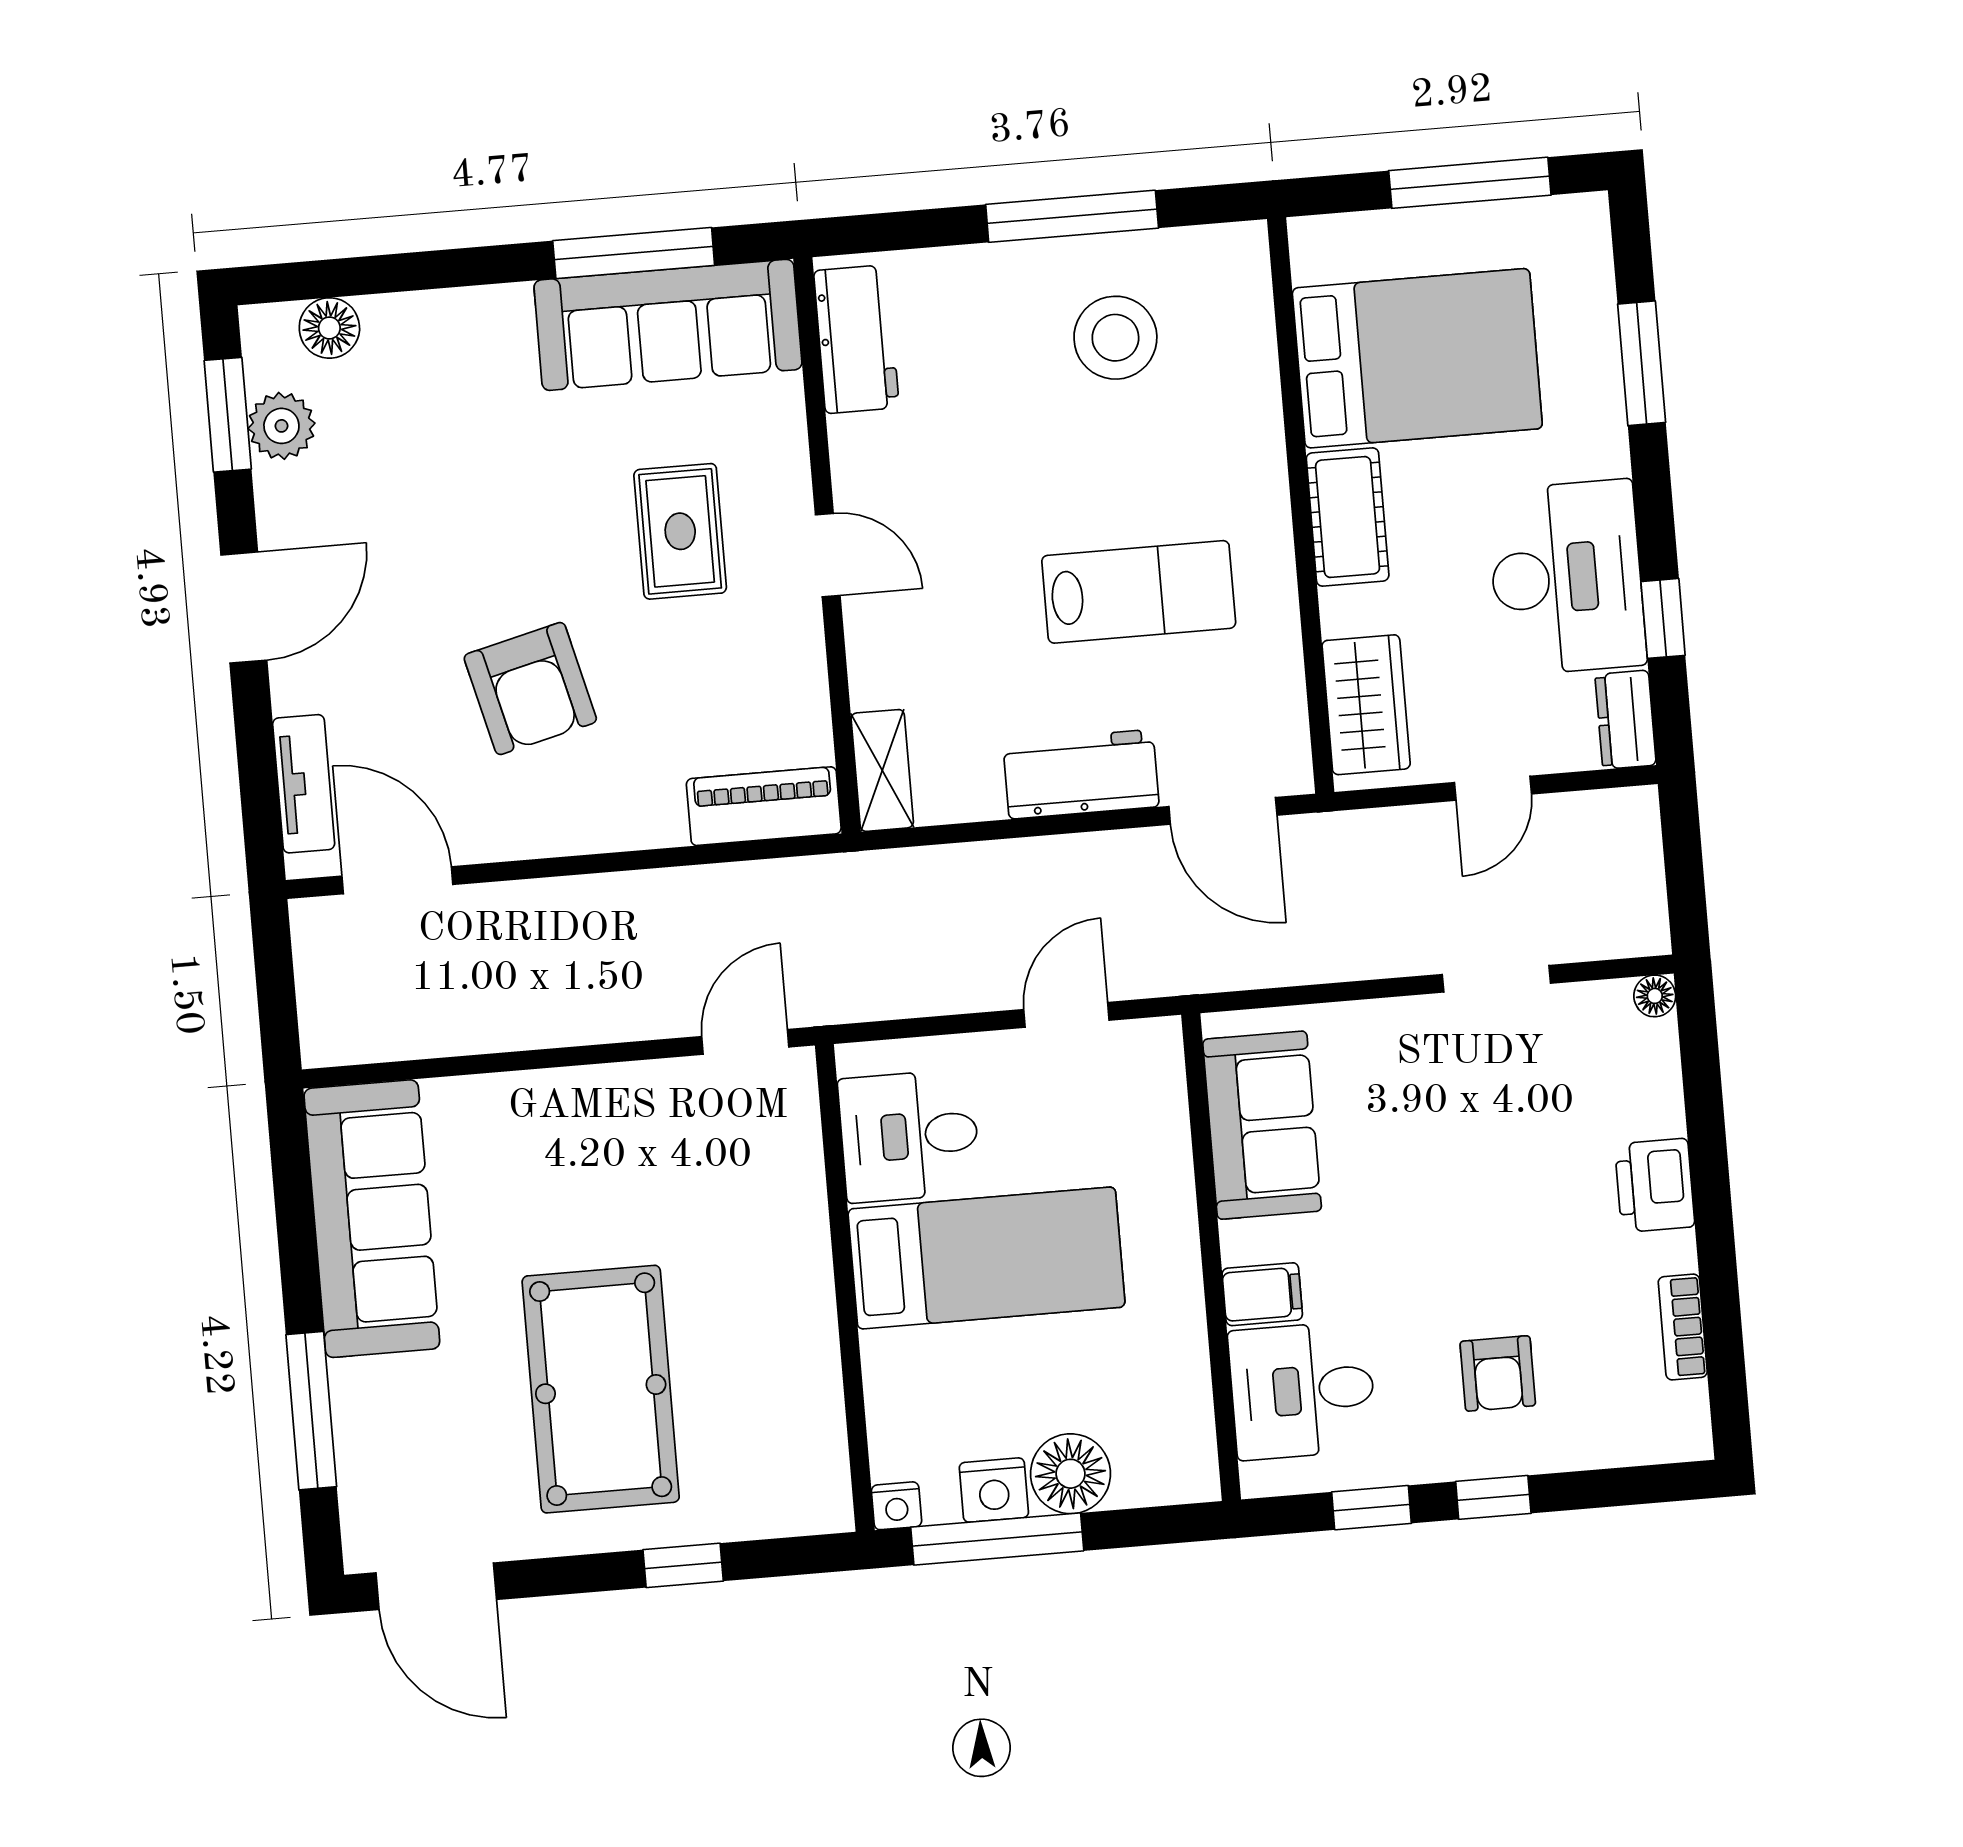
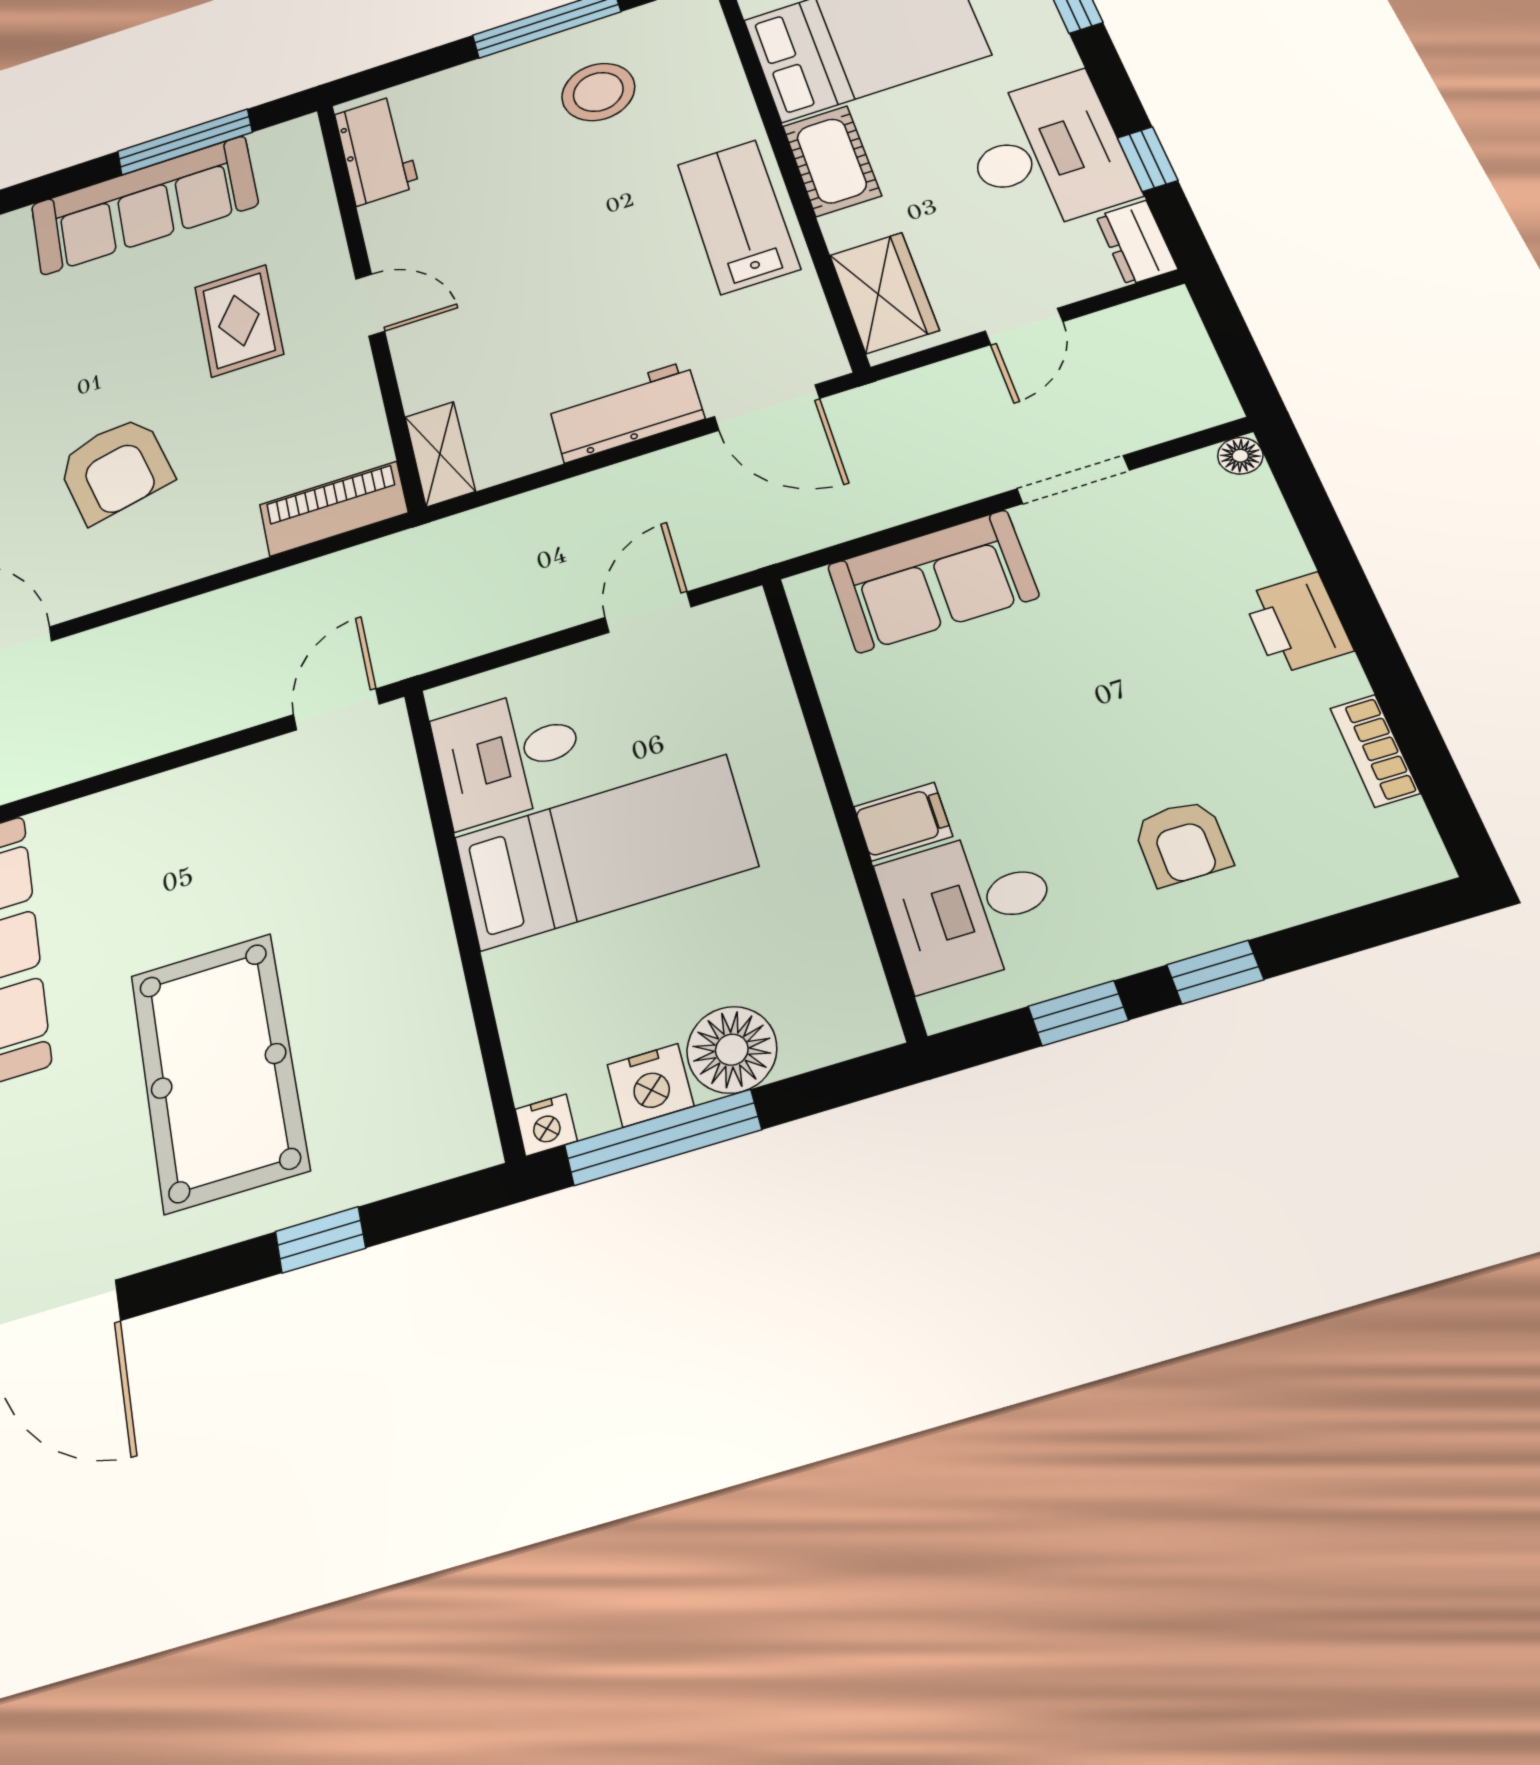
sofa: (668, 325) -> (144, 205), moved
lab bench: (1139, 592) -> (738, 216), moved, turned -90
sofa: (1262, 1125) -> (932, 581), moved, turned 90

